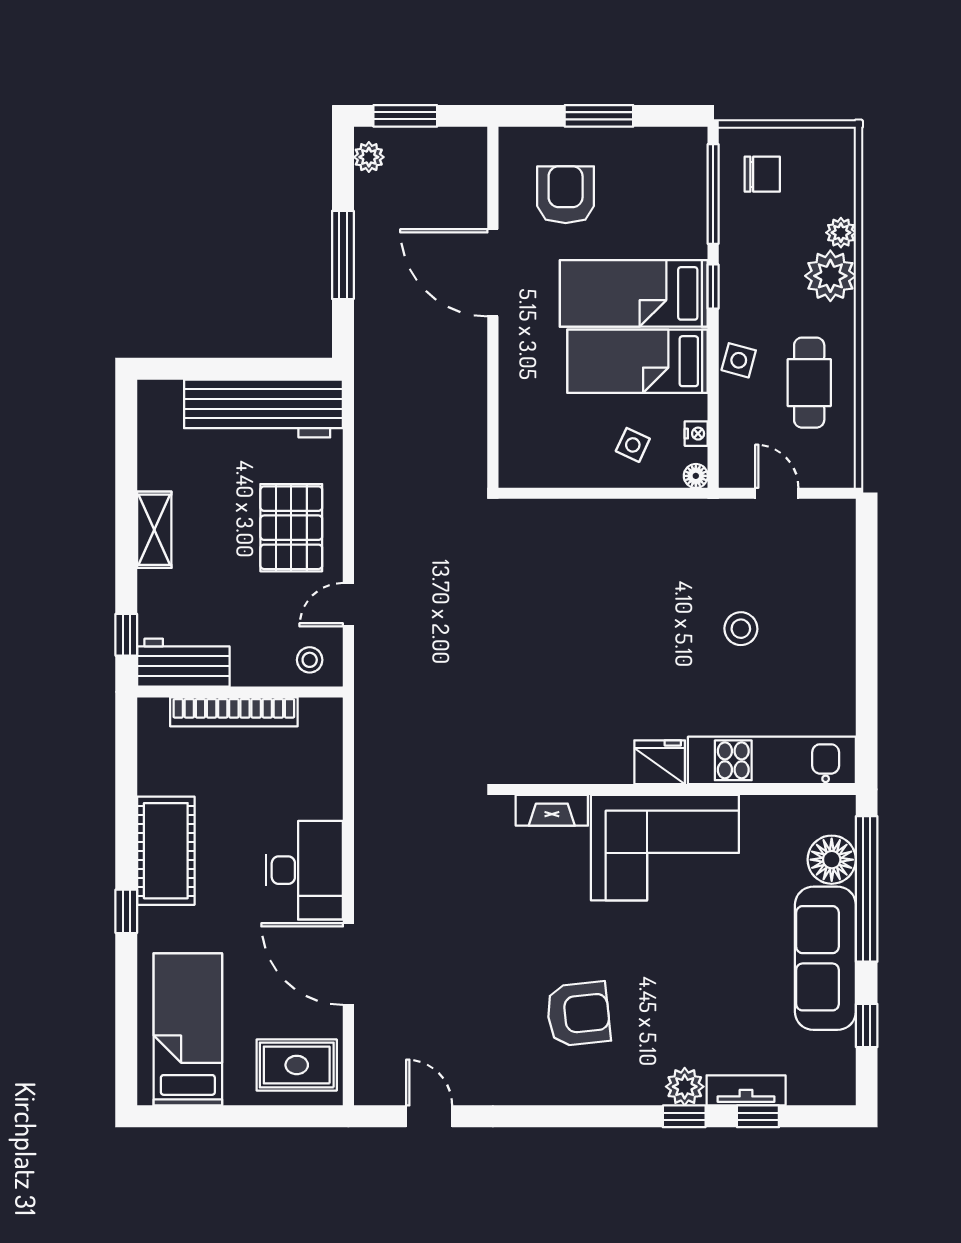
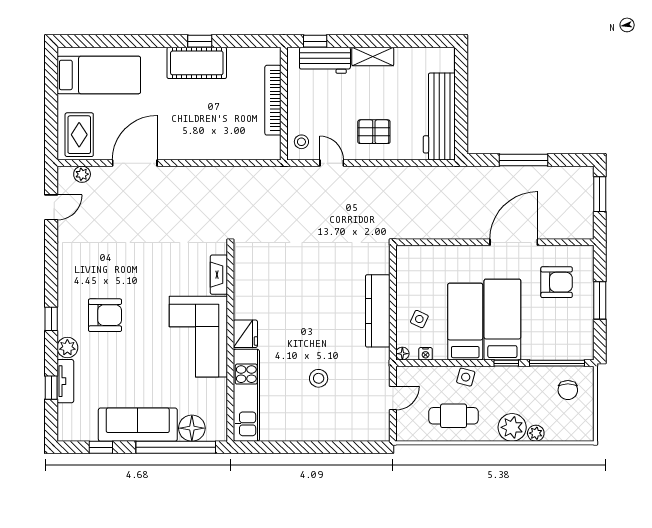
plant: (369, 157) -> (82, 174), moved
kitchen counter: (618, 521) -> (378, 311), added
pallet: (291, 528) -> (374, 132), width x0.67, depth x0.71
workbench: (183, 663) -> (325, 60), moved, turned 90
desk: (304, 870) -> (186, 139), removed
window: (126, 911) -> (200, 41), moved
armchair: (578, 1014) -> (105, 315), moved, turned -84
window: (684, 1116) -> (51, 319), moved

